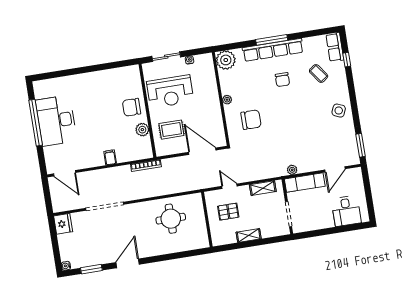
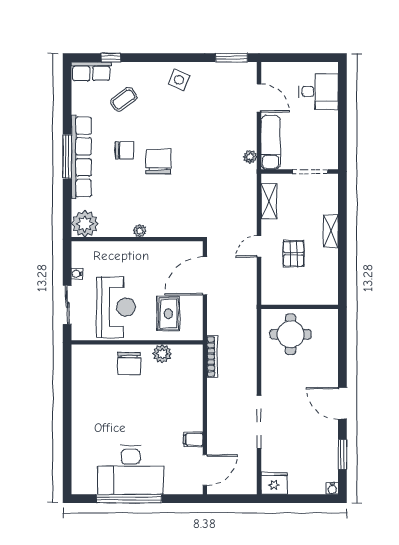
chair: (251, 120) -> (158, 162), moved
filing cabinet: (110, 157) -> (193, 439), moved
wall: (207, 219) -> (300, 307), moved

